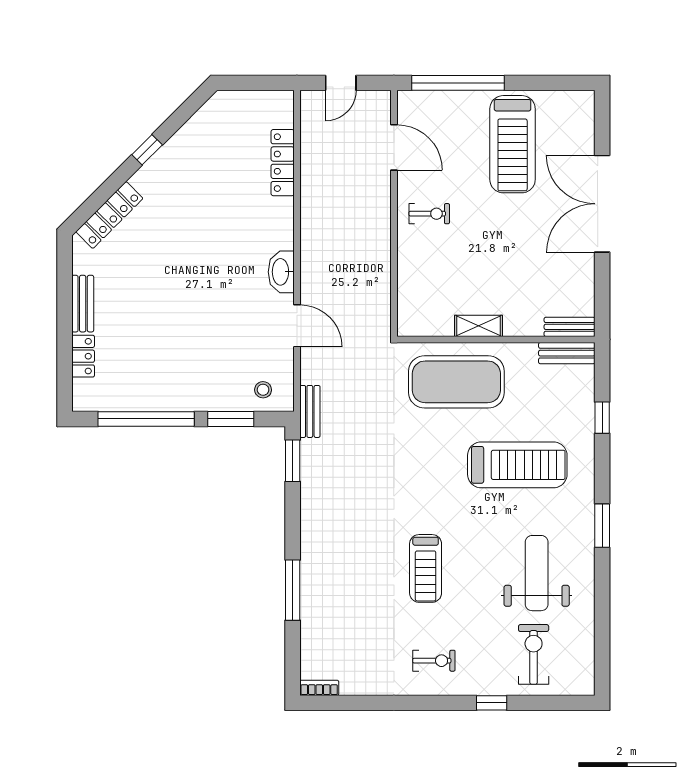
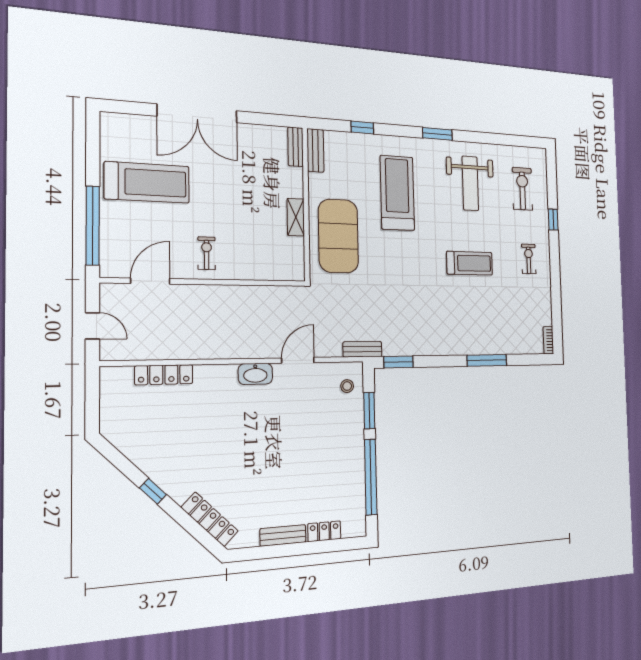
weight bench: (537, 573) -> (470, 183), turned -90
exercise bike: (534, 654) -> (522, 189), turned 90

